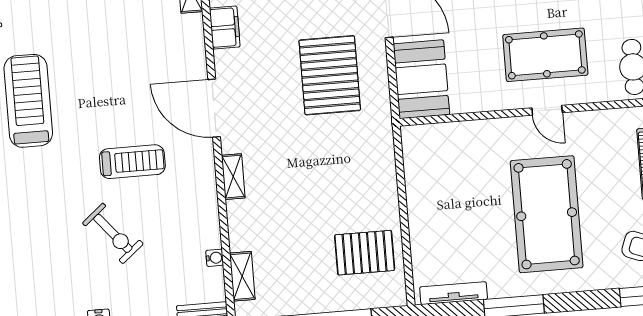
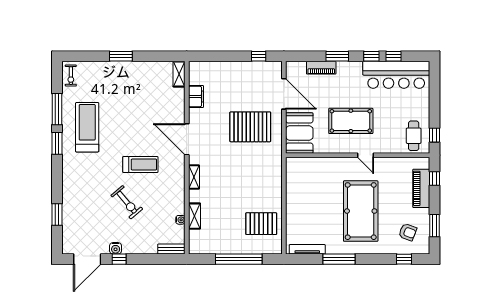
pool table: (545, 55) -> (351, 121), moved
pallet: (330, 75) -> (250, 127), turned 90
shelving: (242, 276) -> (194, 216), moved

